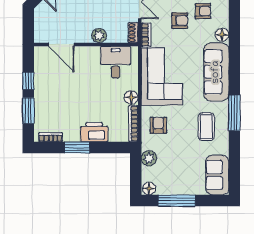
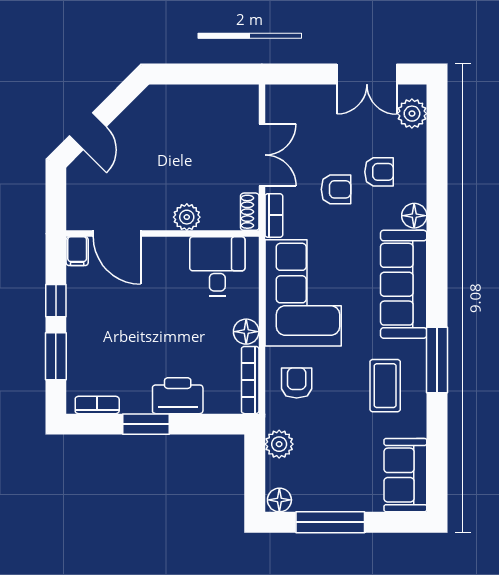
filing cabinet: (40, 54) -> (77, 251), added

